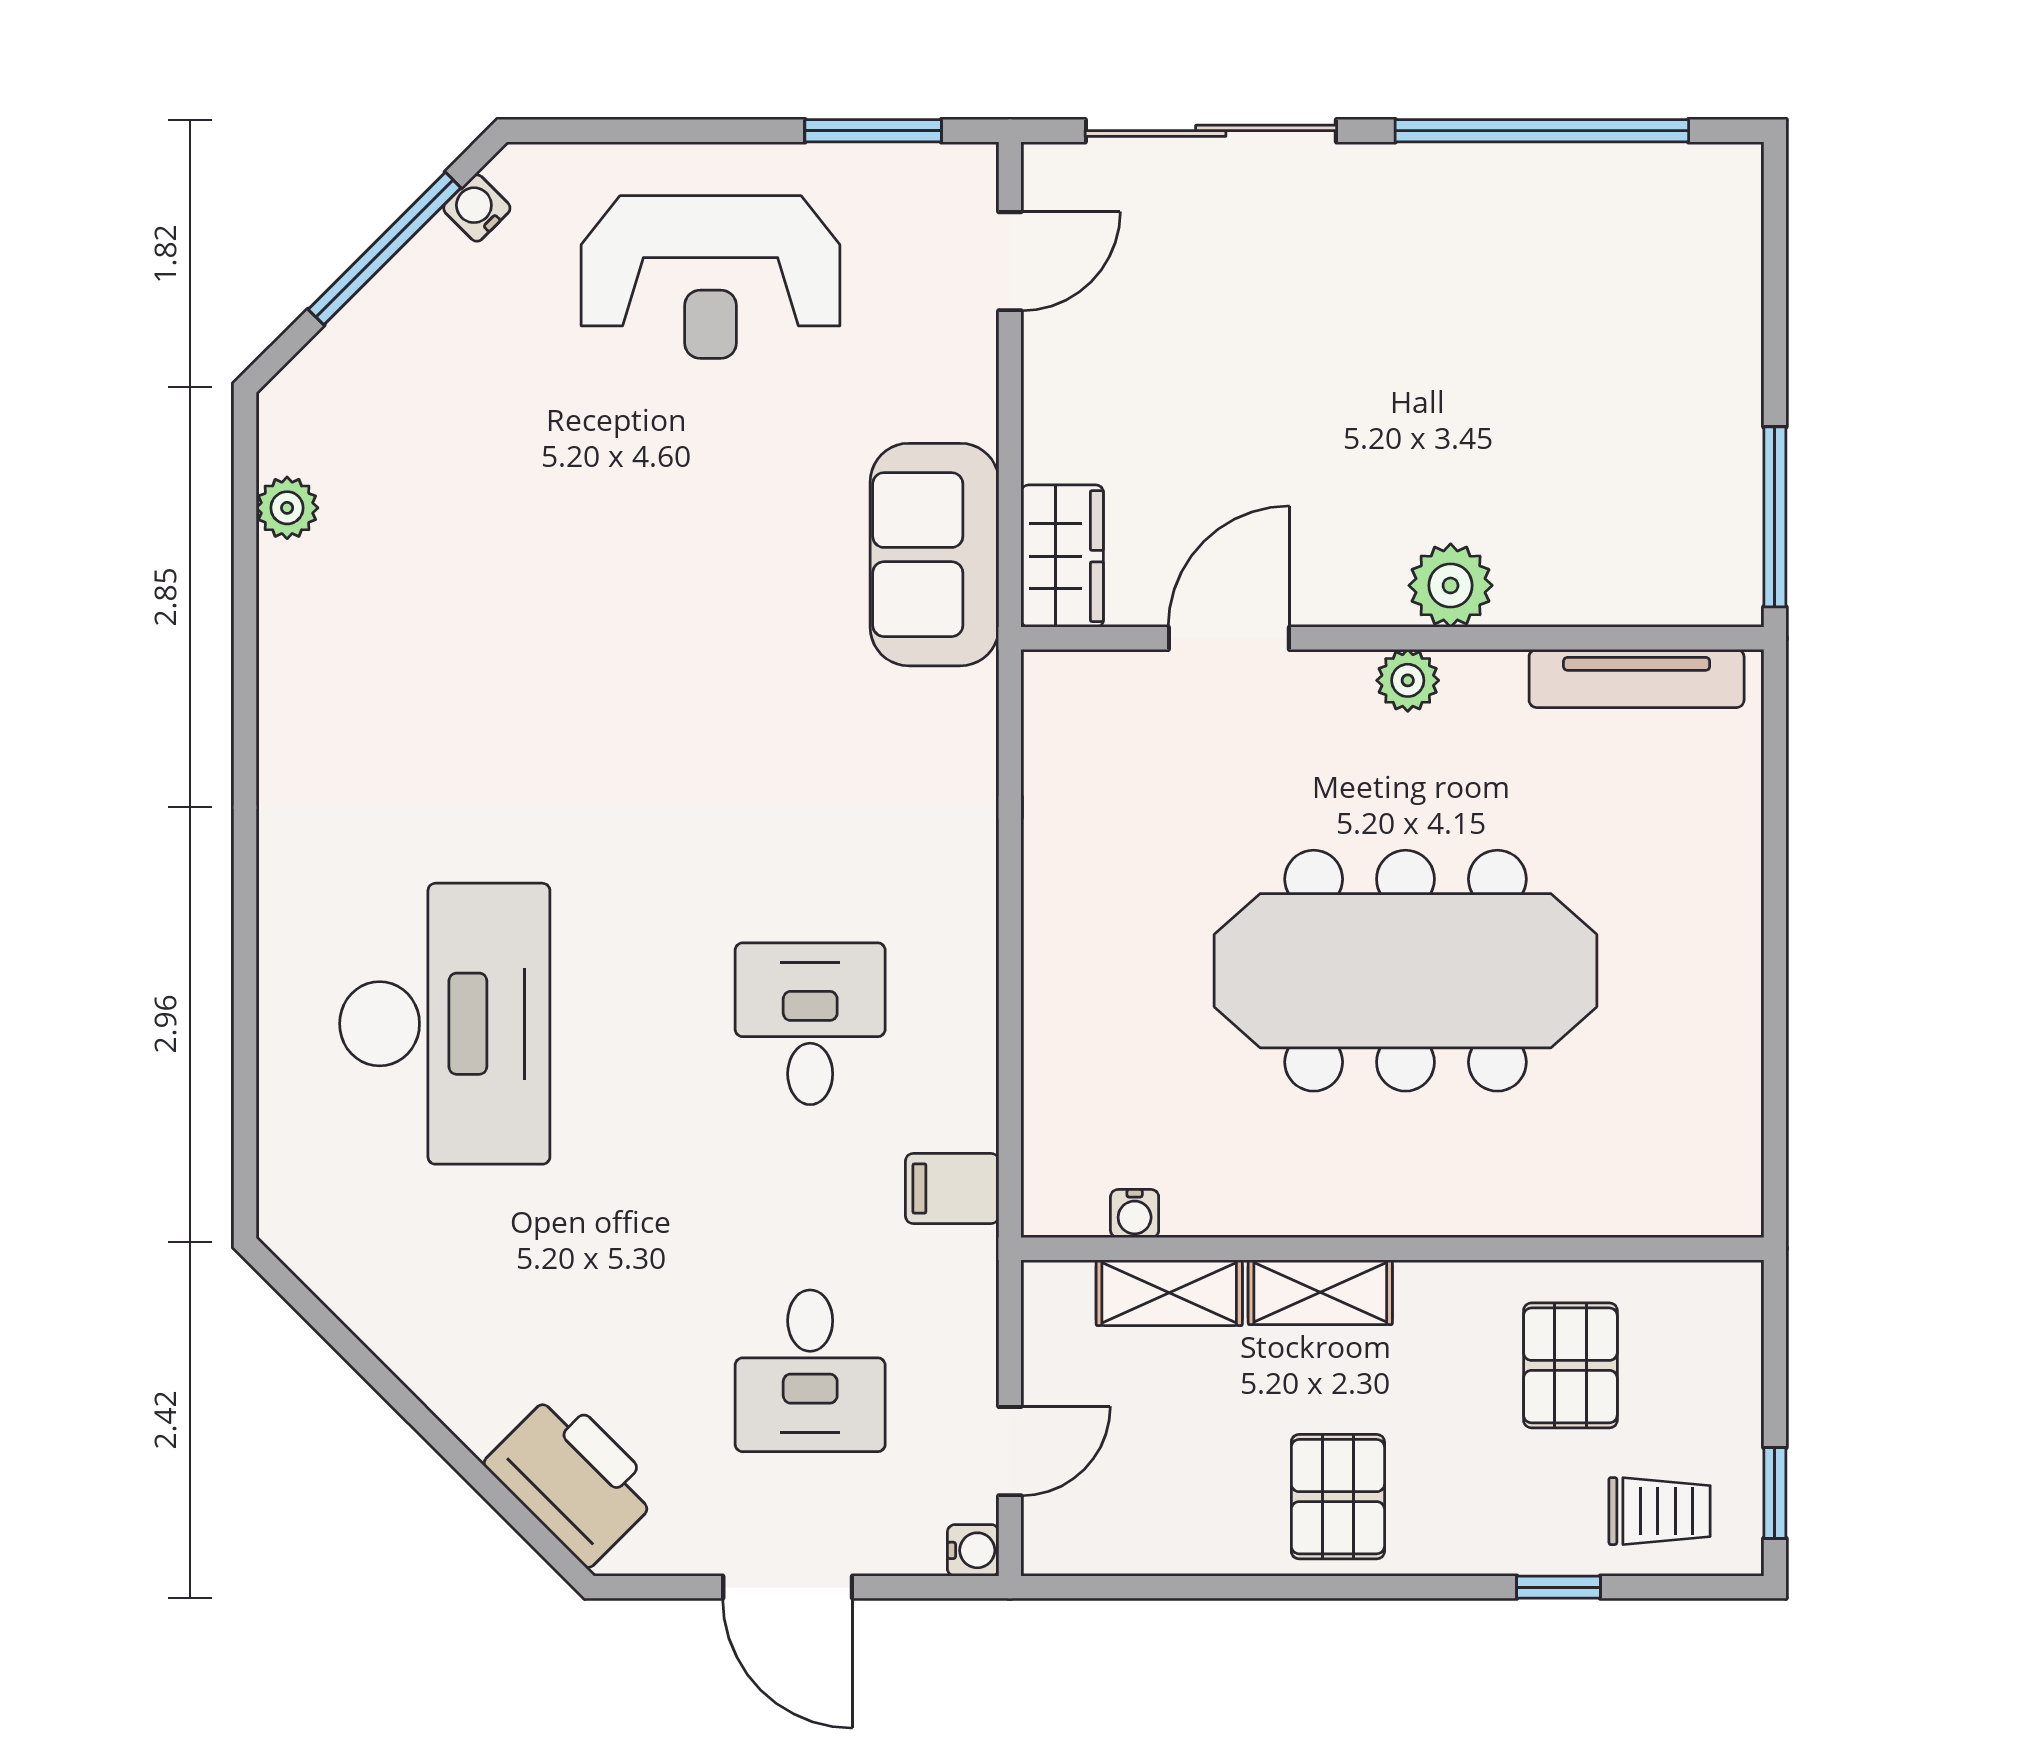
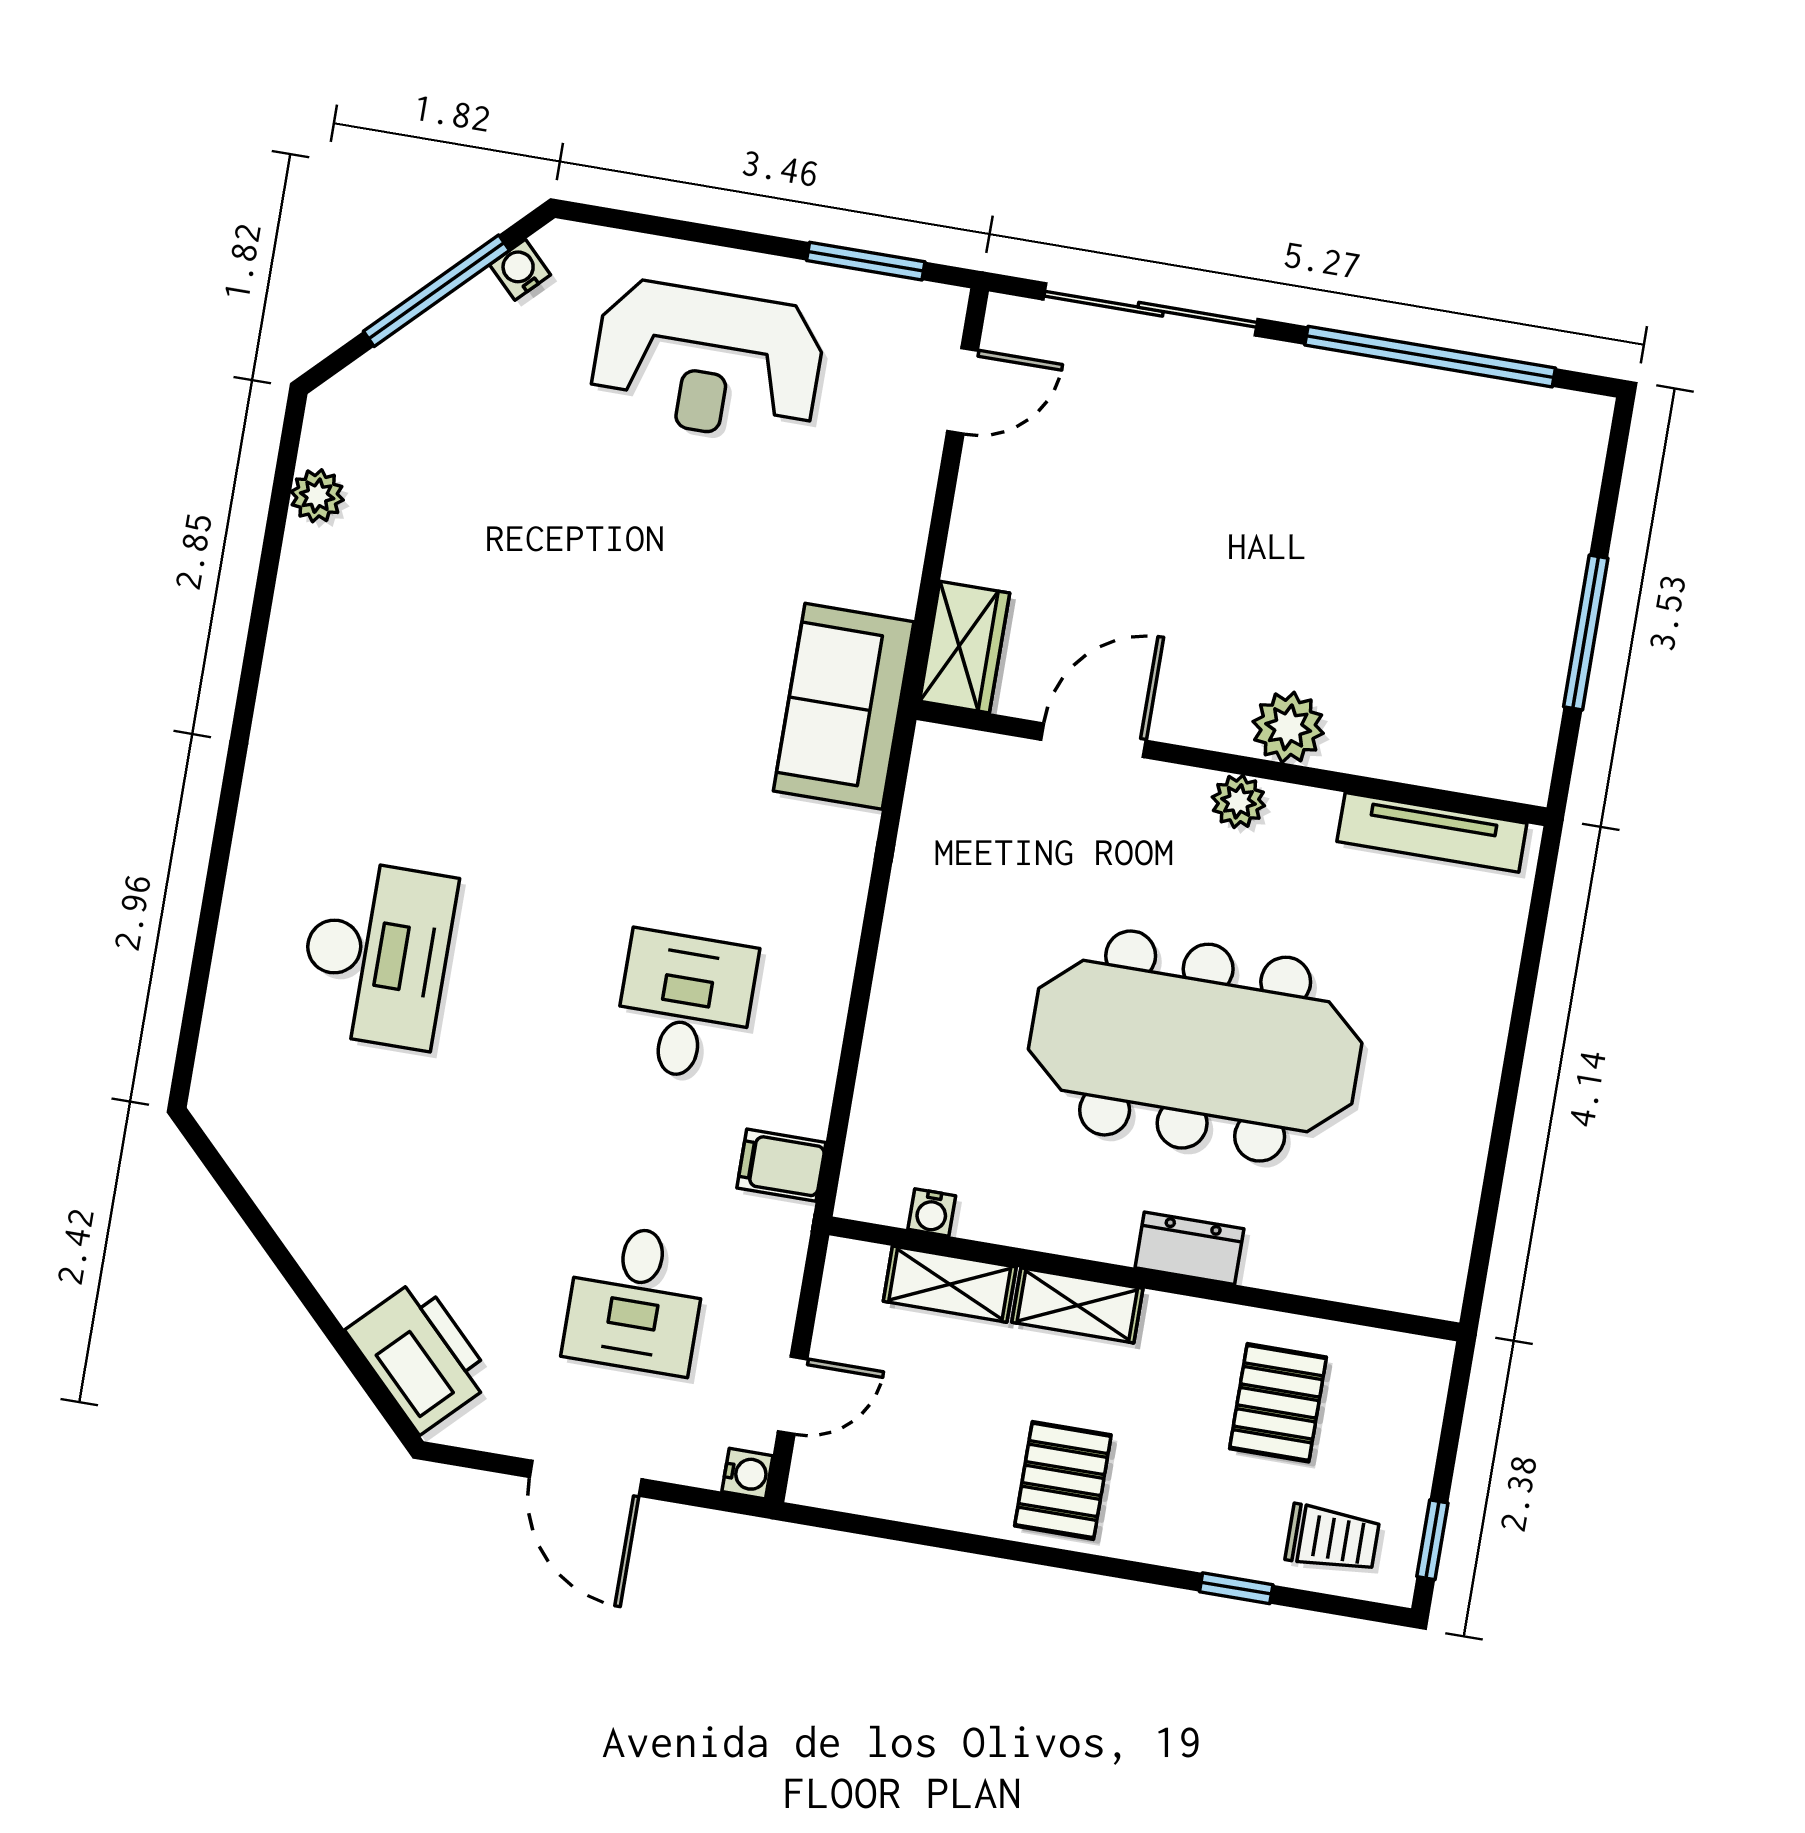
window: (1775, 517) -> (1586, 633), moved
sofa: (935, 555) -> (844, 706), moved
desk: (445, 1024) -> (377, 954), width x0.73, depth x0.77
dresser: (1438, 1205) -> (1189, 1248), added

